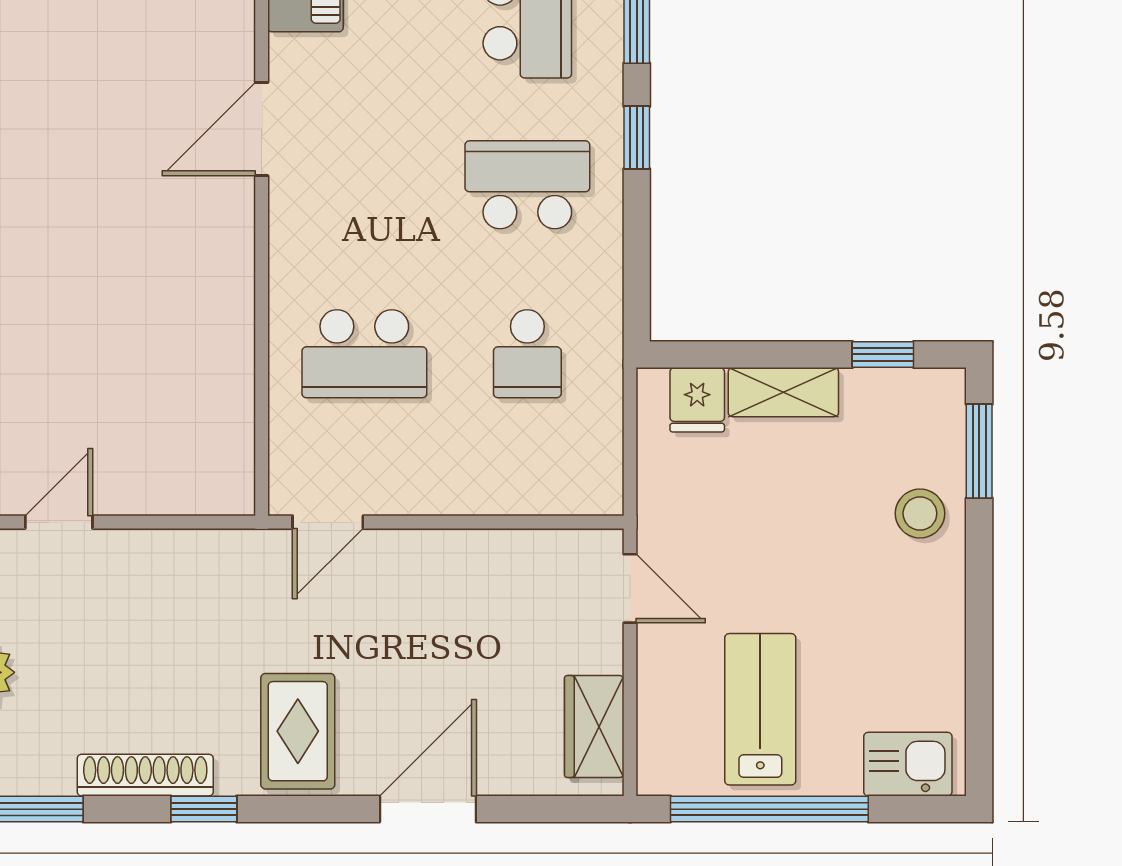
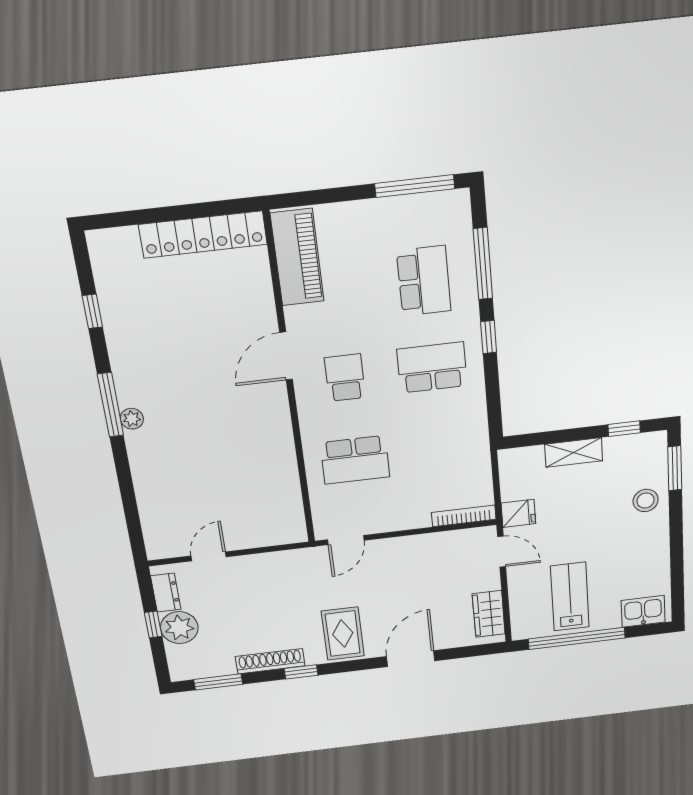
school desk: (527, 354) -> (345, 378), moved, turned 180
fridge: (697, 400) -> (518, 513), moved, turned -90
bookcase: (562, 500) -> (464, 516), added

